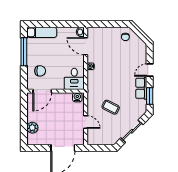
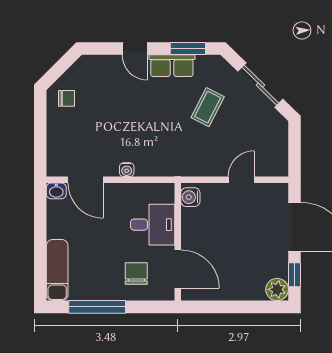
door: (86, 46) -> (86, 180), hinge flipped
desk: (74, 79) -> (153, 225), moved
coffee table: (111, 107) -> (208, 107), moved
plant: (32, 128) -> (277, 289), moved
window: (39, 148) -> (295, 275), added

